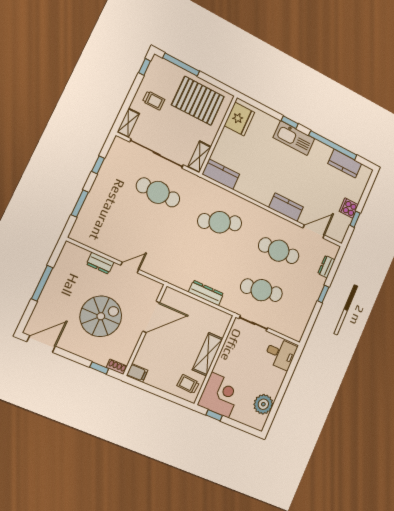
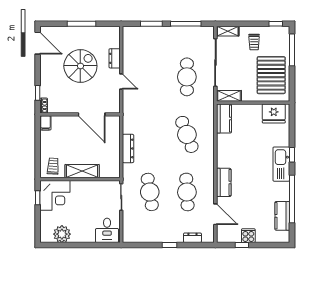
window: (98, 165) -> (186, 24), width x2.17
spiral stairs: (101, 316) -> (80, 66), moved, turned -90

